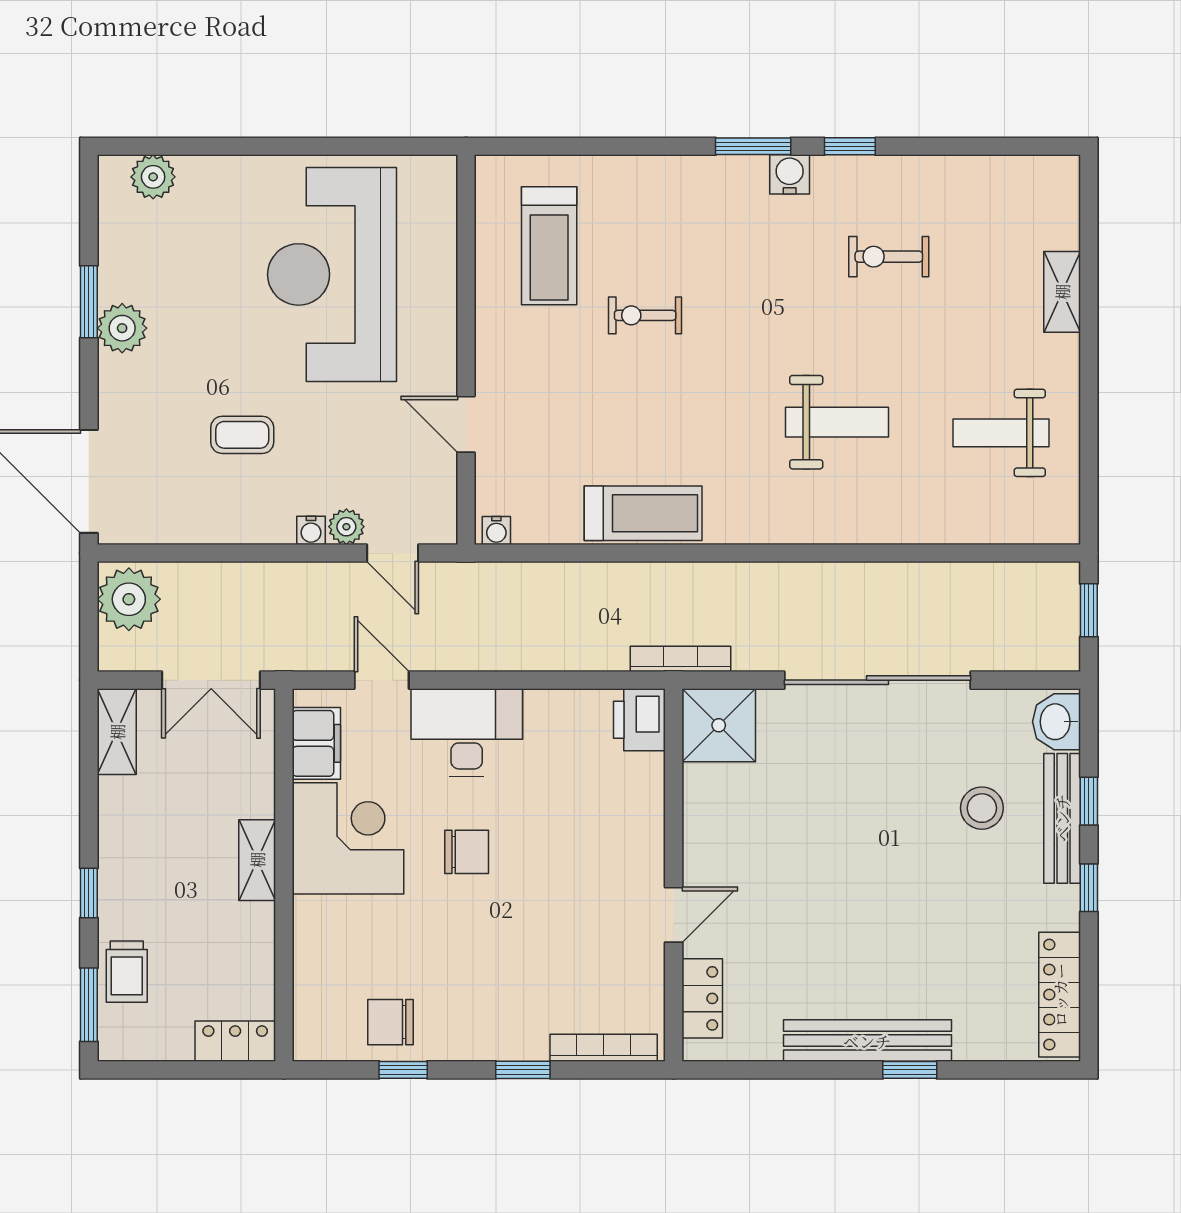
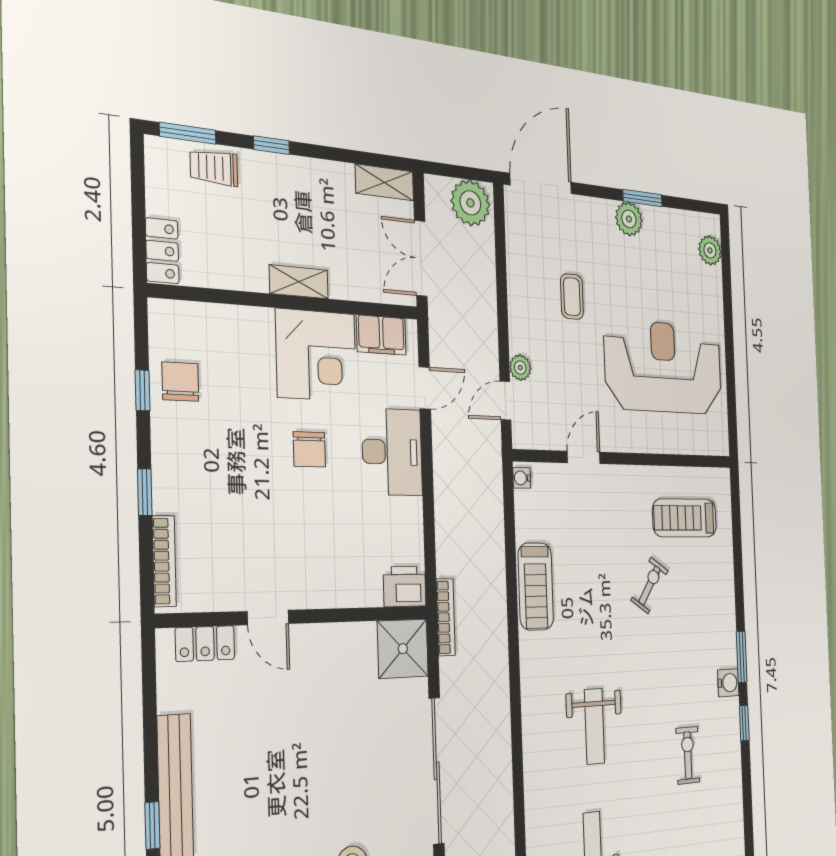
exercise bike: (645, 315) -> (650, 585), turned 33
water cooler: (311, 530) -> (517, 341), removed

